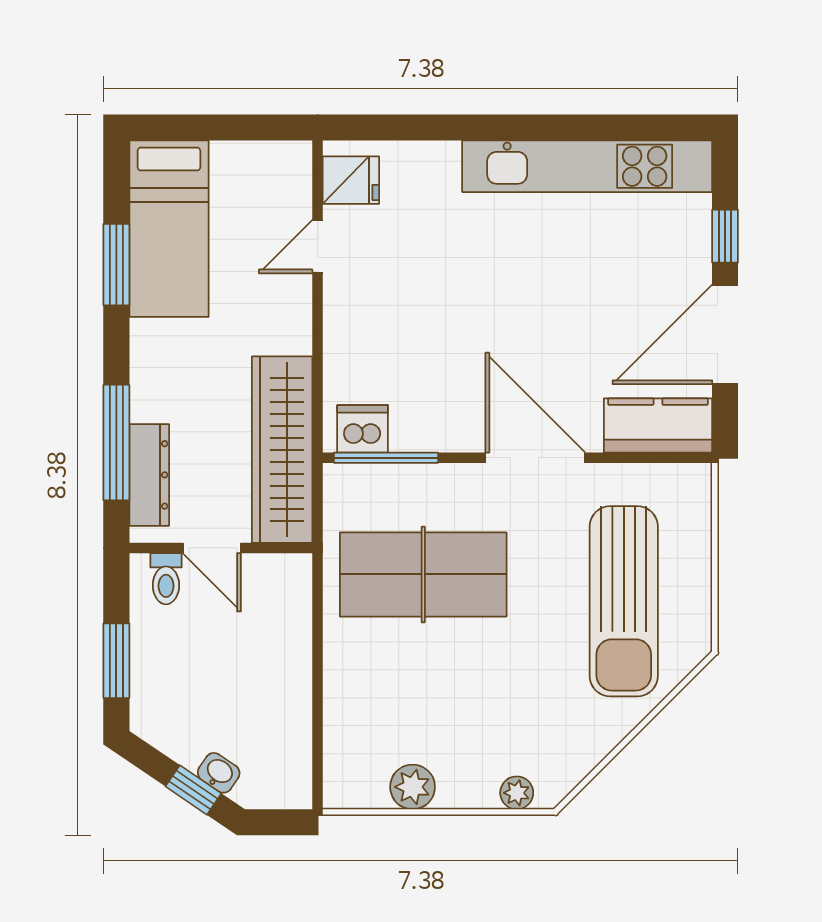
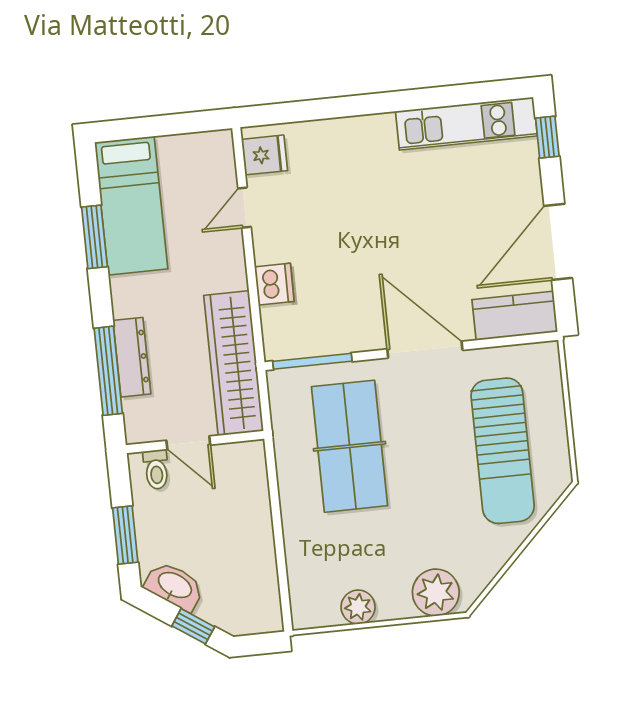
kitchen unit: (587, 166) -> (466, 124), width x0.73
window: (725, 236) -> (547, 137), moved
dishwasher: (363, 429) -> (274, 284), moved, turned 90
dresser: (149, 475) -> (132, 357), moved
table tennis table: (423, 574) -> (350, 446), turned 90
washbasin: (219, 773) -> (174, 586), moved, width x1.91, depth x1.45
plant: (517, 793) -> (436, 593), width x1.88, depth x1.88

